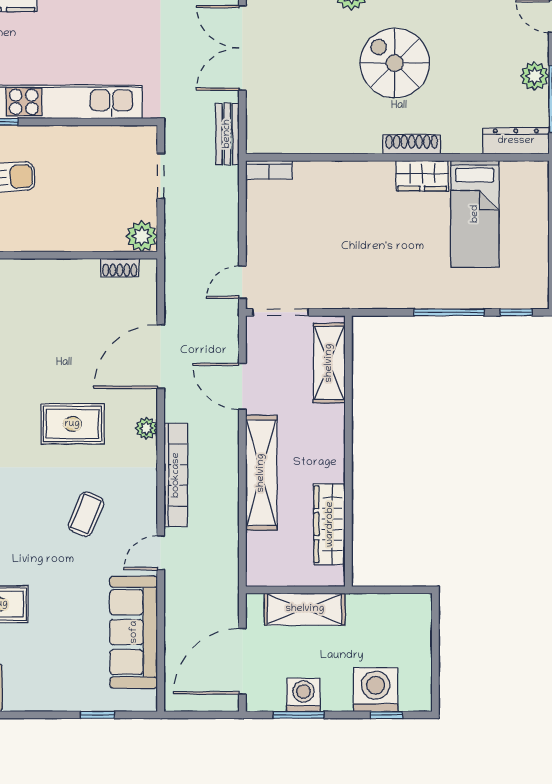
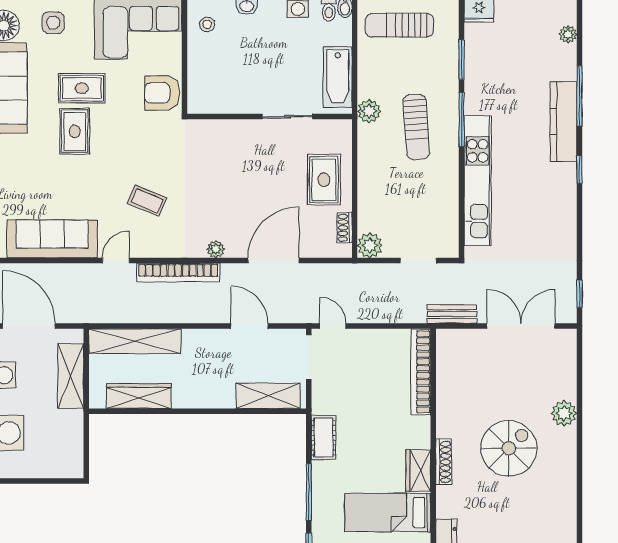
bookcase: (269, 170) -> (421, 372), width x2.31, depth x1.31
cot: (381, 294) -> (324, 438), added
door: (161, 356) -> (273, 261), hinge flipped
door: (242, 386) -> (249, 326), hinge flipped
rug: (72, 424) -> (324, 180), moved
shelving: (261, 473) -> (135, 341), moved
door: (161, 553) -> (116, 261), hinge flipped

